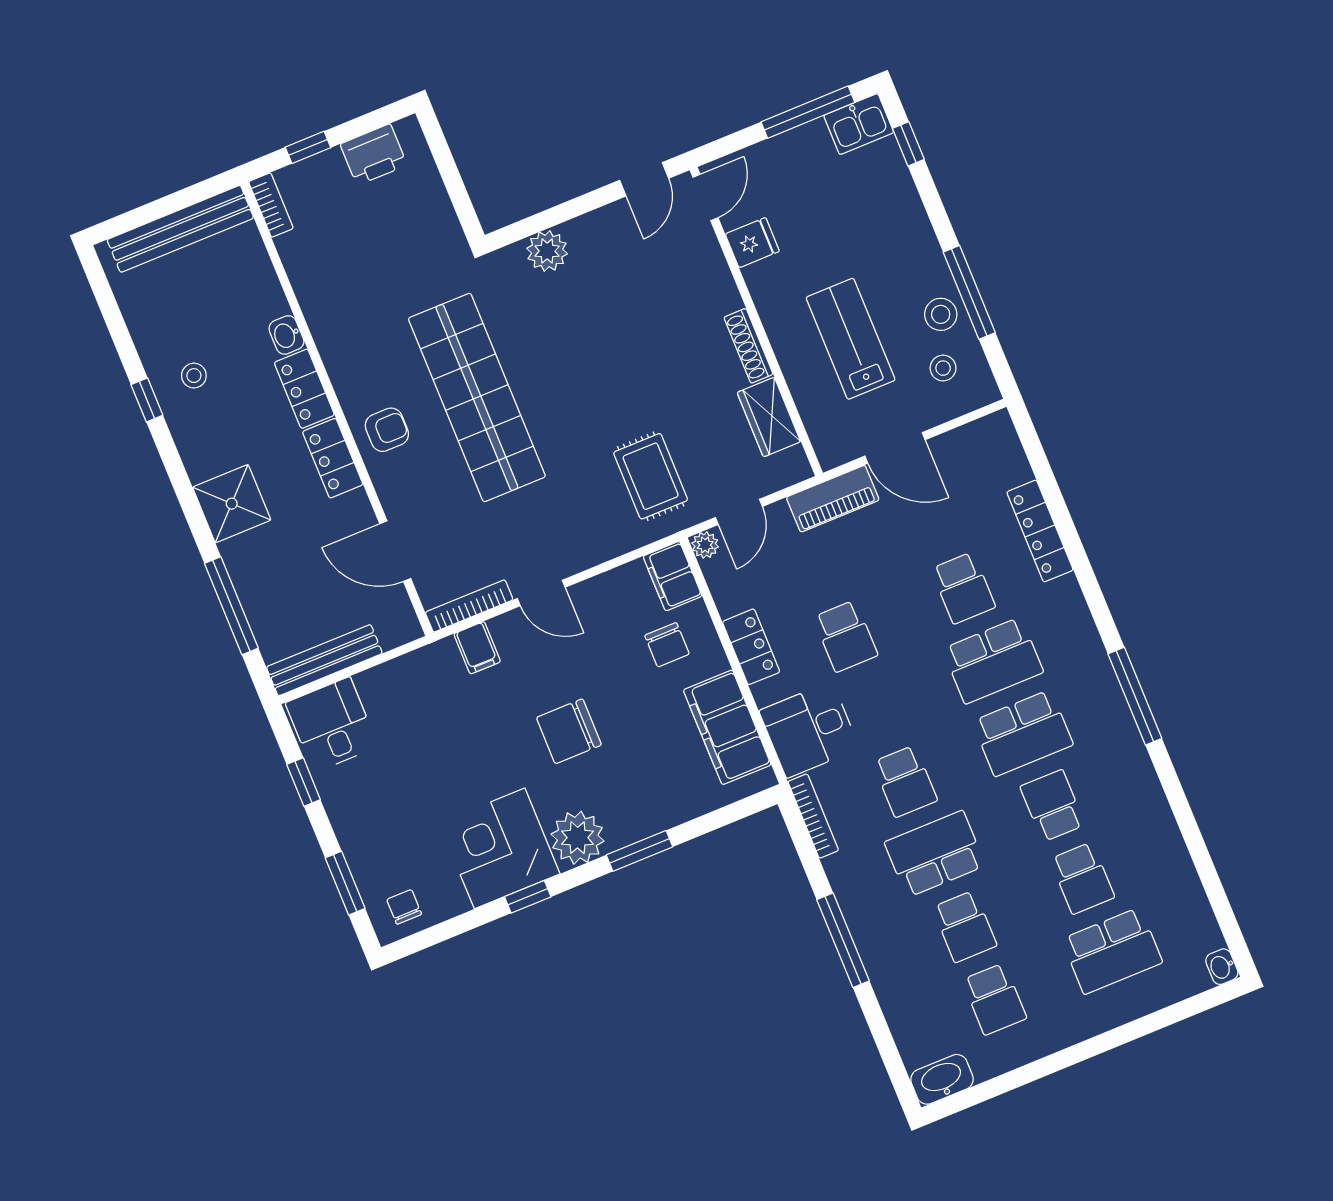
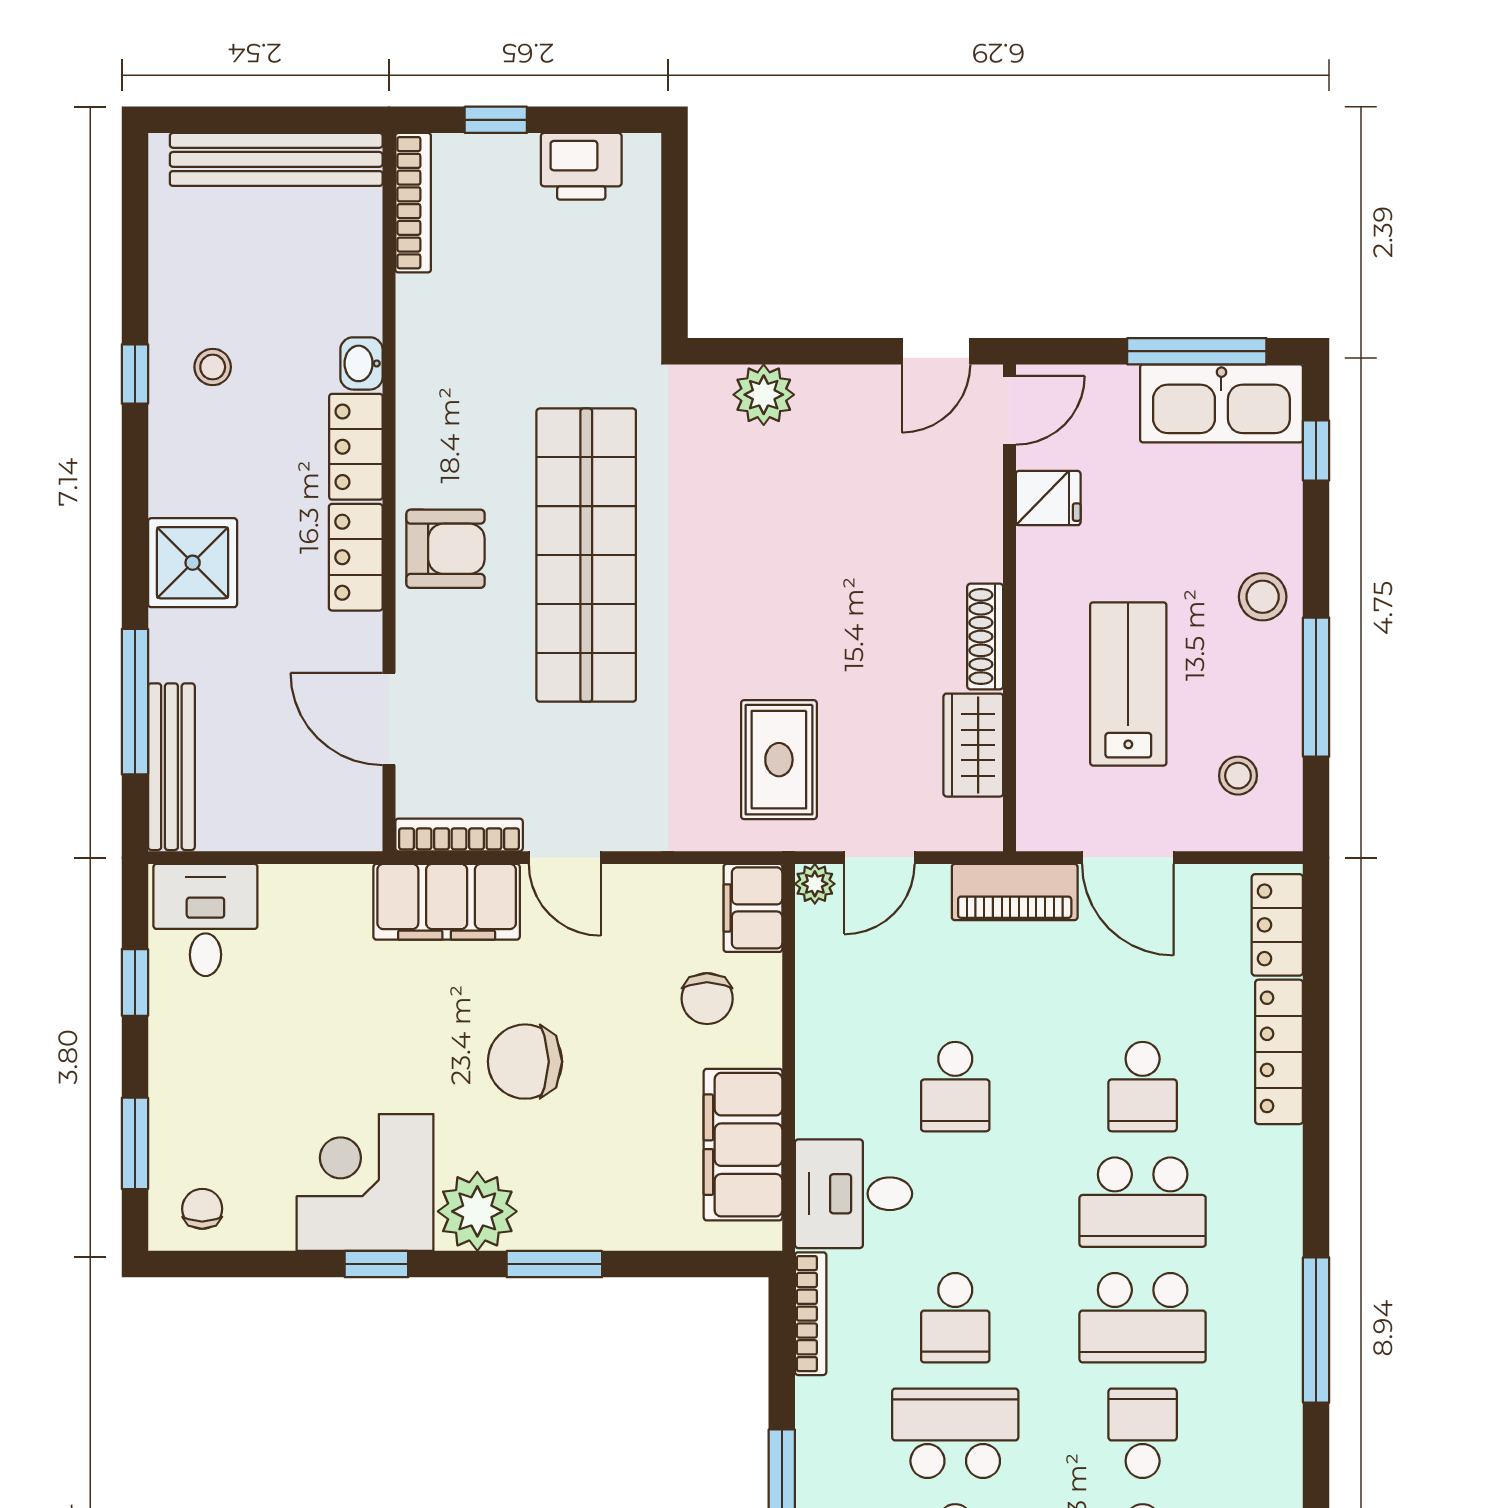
kitchen sink: (859, 124) -> (1221, 403), width x1.87, depth x1.24
bookcase: (271, 205) -> (413, 203), width x1.56
stool: (941, 314) -> (1263, 597), moved
armchair: (387, 430) -> (445, 549), width x1.38, depth x1.38
locker: (751, 647) -> (1277, 925), moved, turned 180
filing cabinet: (477, 648) -> (447, 902), width x3.00, depth x1.17
bench: (324, 660) -> (171, 767), moved, turned 90

